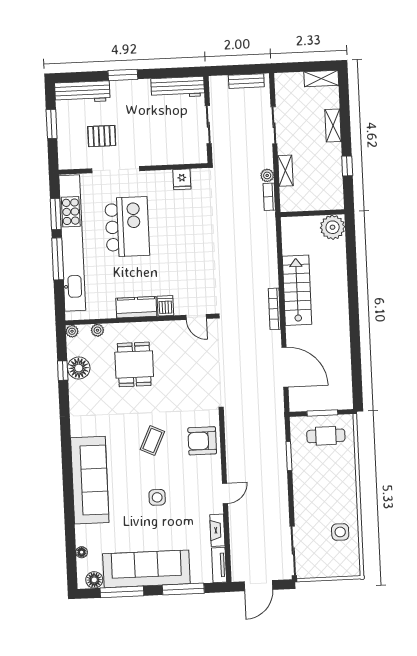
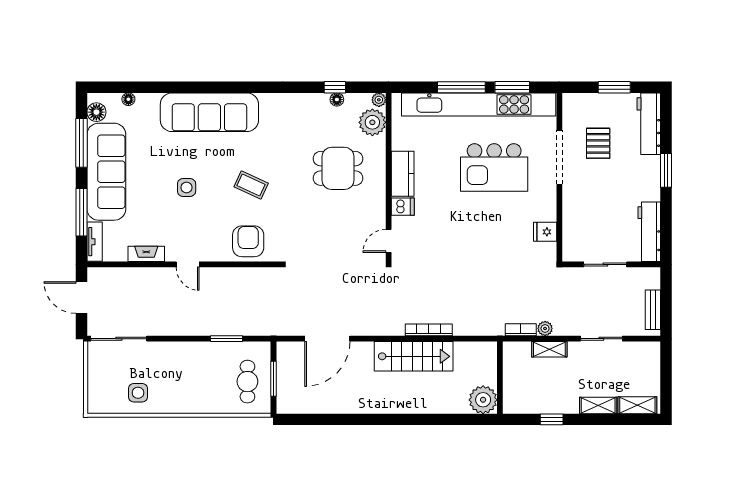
shelving: (321, 79) -> (637, 405), moved, turned 90
bookcase: (274, 309) -> (429, 330), moved
plant: (97, 330) -> (372, 122), width x1.87, depth x1.87
floor lamp: (79, 368) -> (337, 99), width x0.53, depth x0.53
tv unit: (219, 565) -> (95, 242), moved, turned 90

